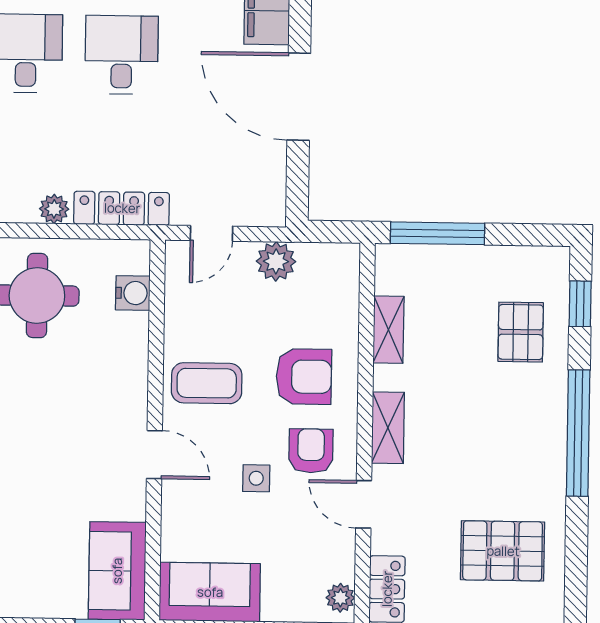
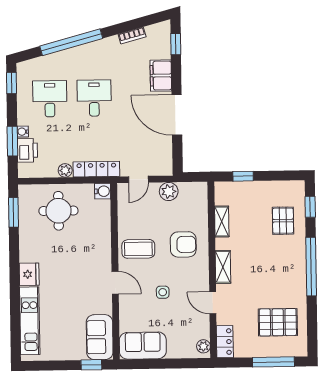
window: (438, 233) -> (243, 176), width x0.46
water cooler: (133, 293) -> (103, 191), moved
armchair: (311, 451) -> (188, 279), removed

